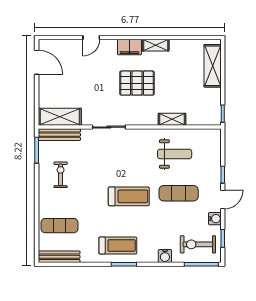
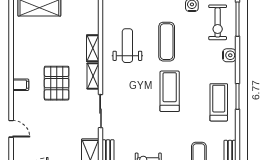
shelving: (156, 45) -> (93, 76), moved
filing cabinet: (129, 47) -> (21, 85), width x0.50

